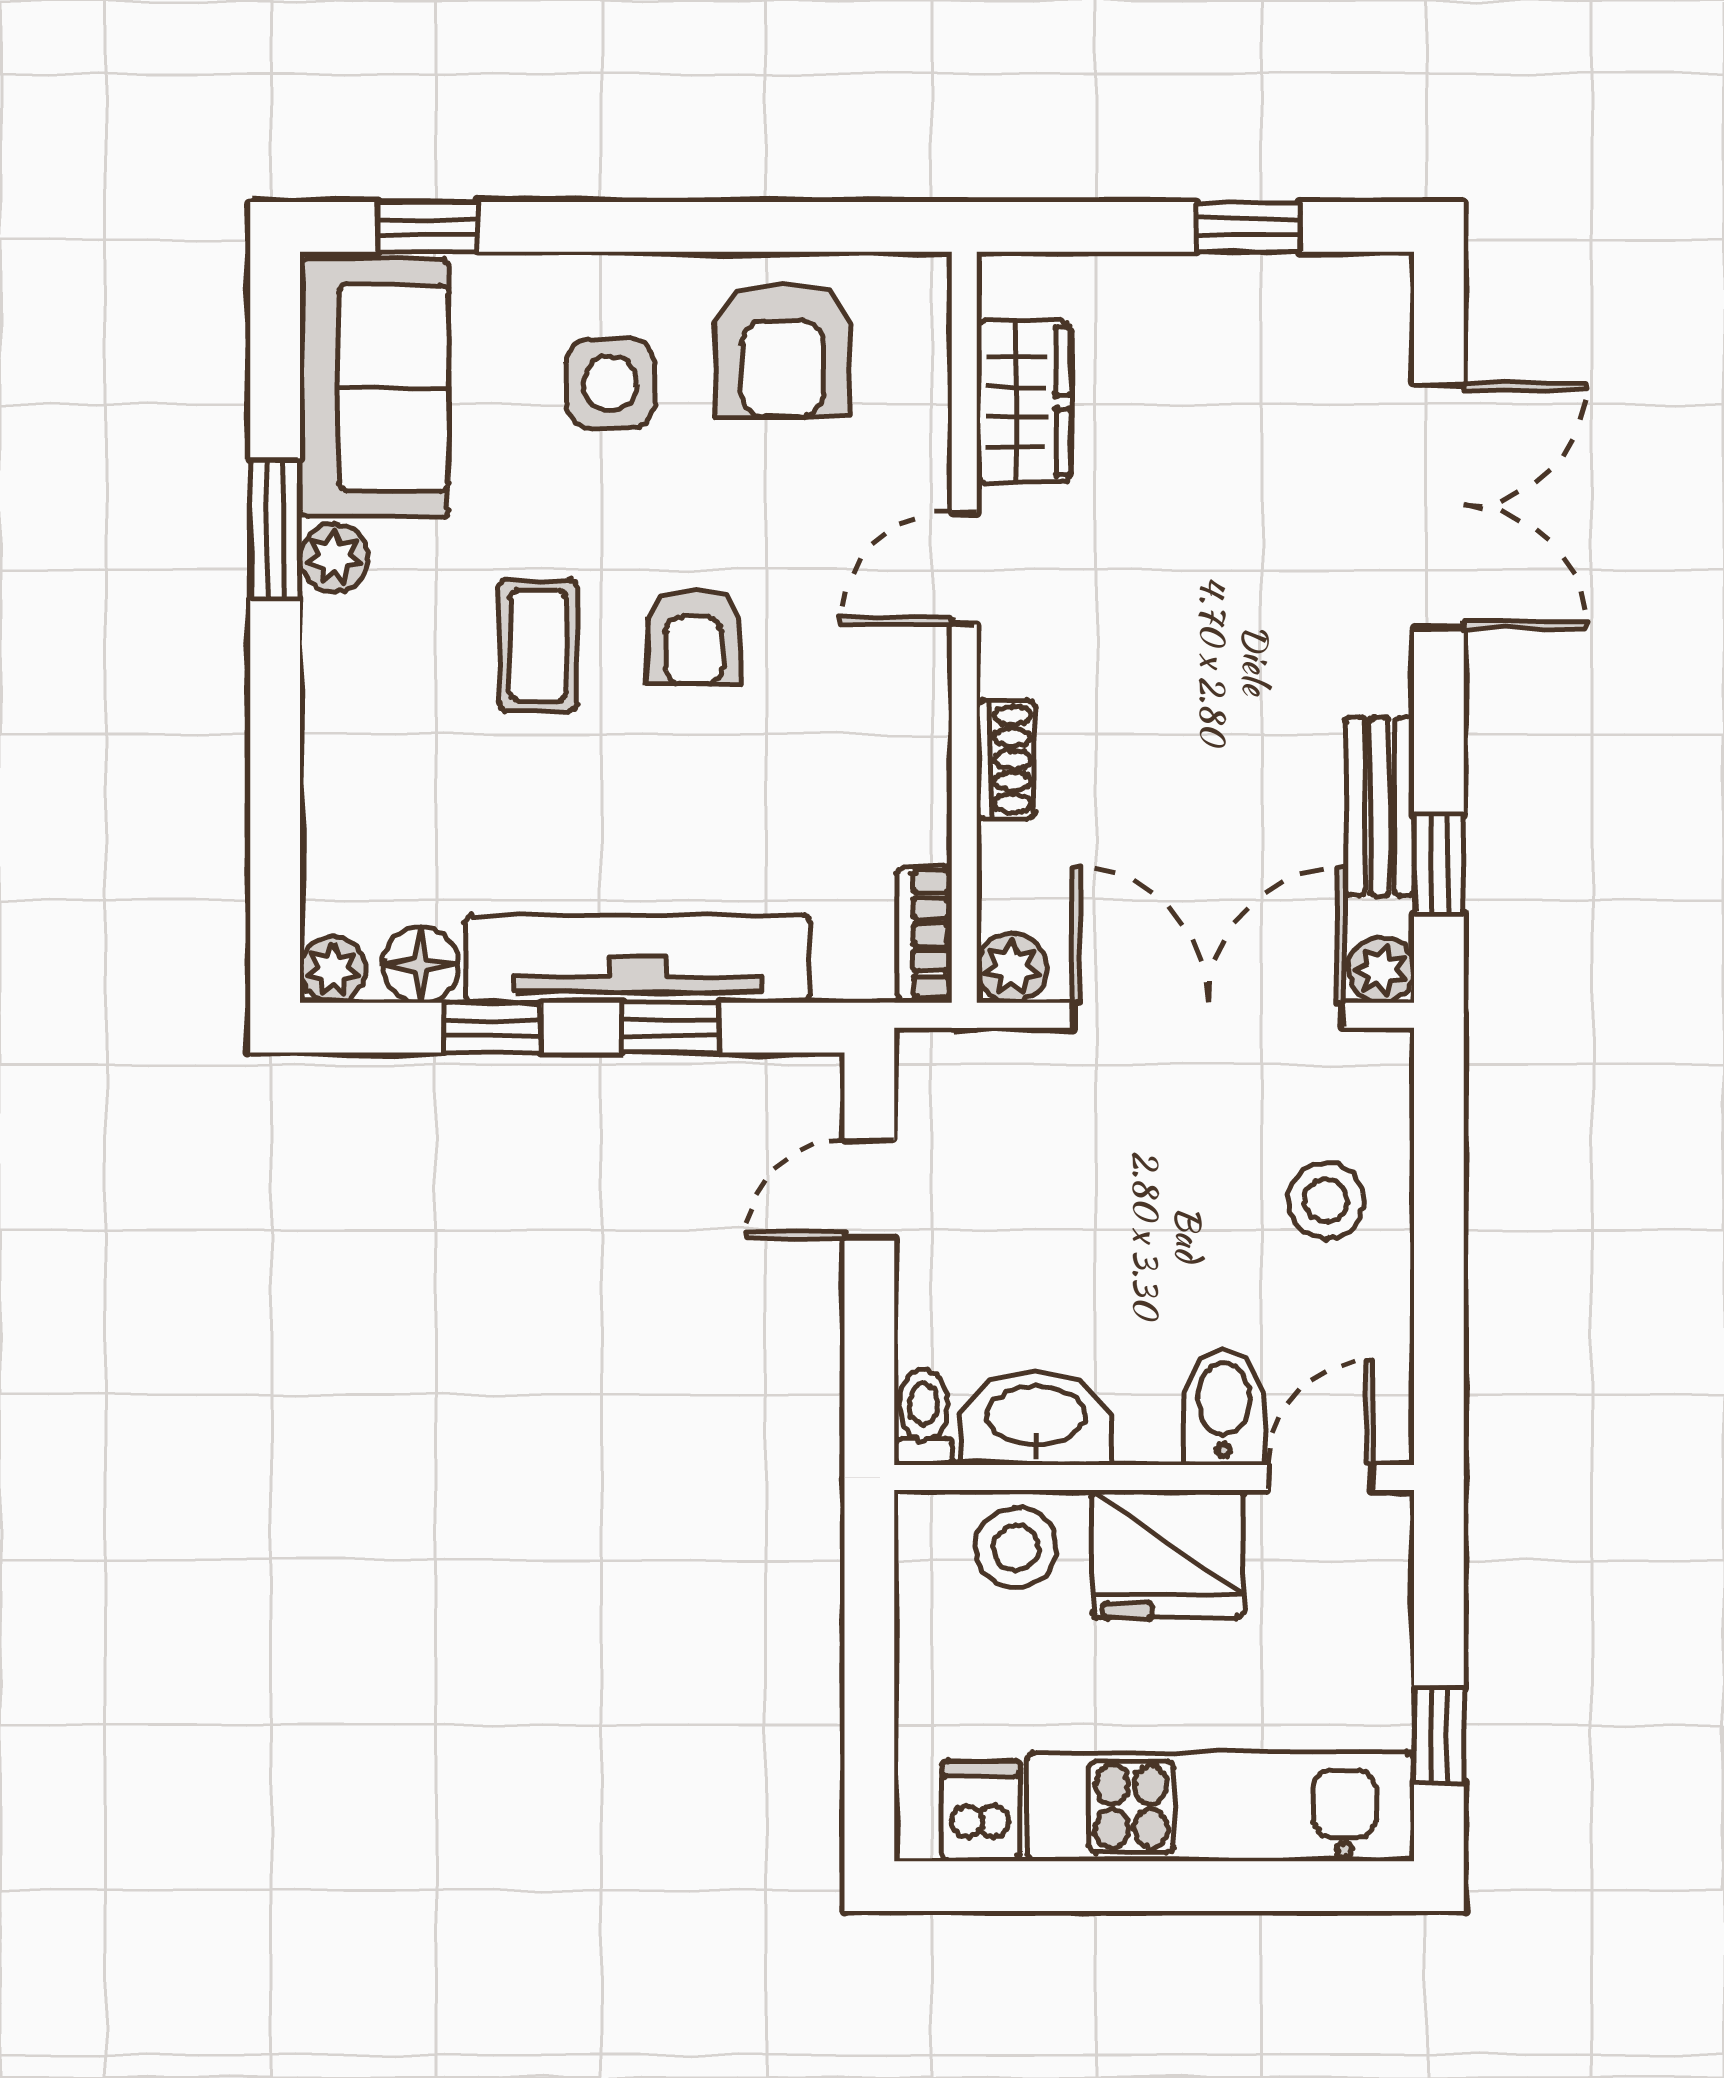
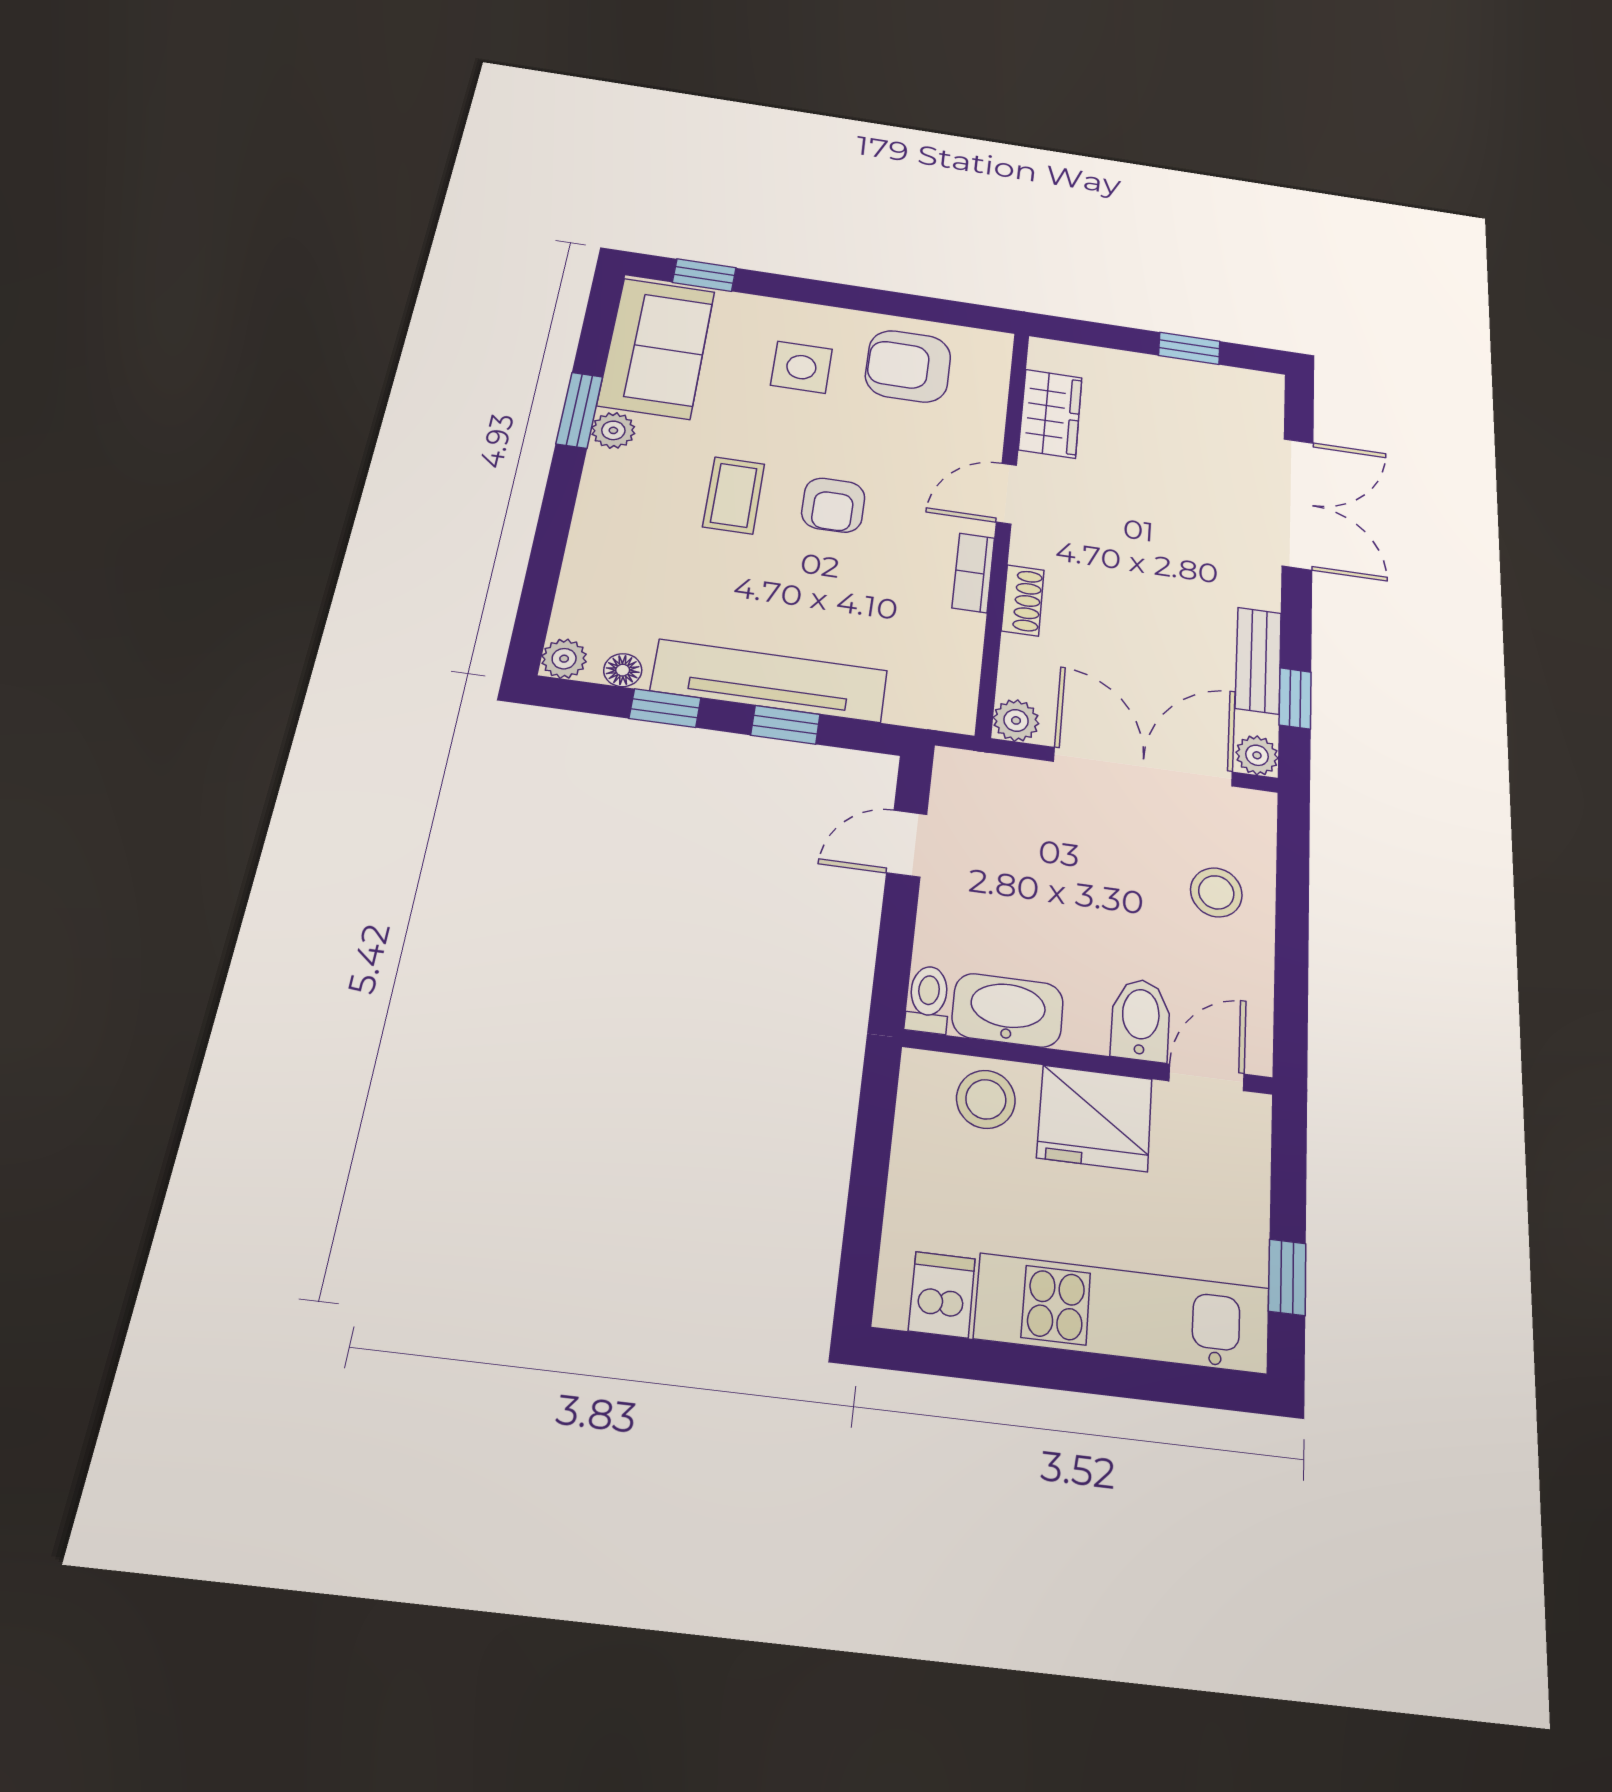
armchair: (783, 350) -> (908, 366), turned 90
bookcase: (925, 935) -> (973, 573), moved
floor lamp: (421, 965) -> (623, 670), width x0.73, depth x0.73

